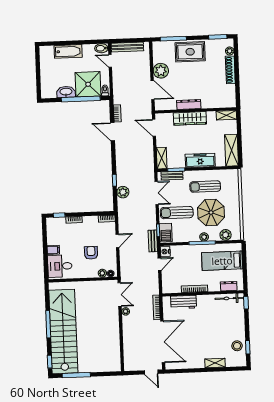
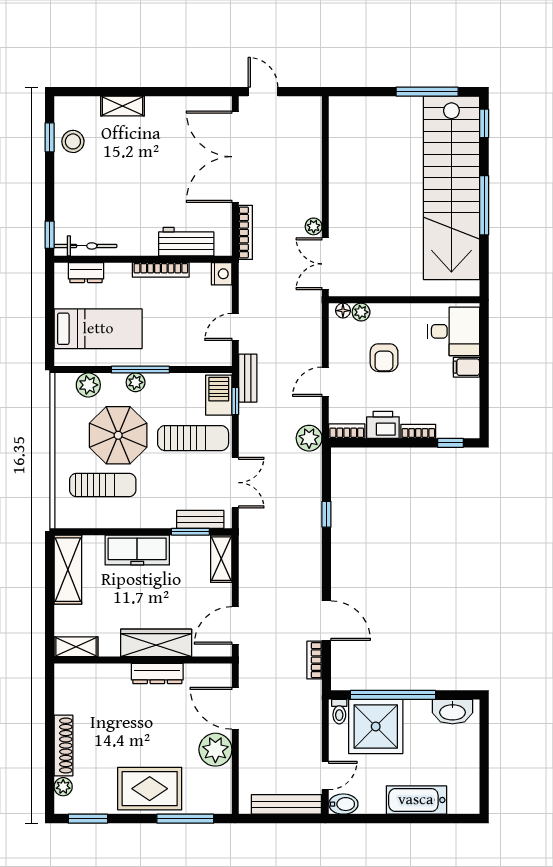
door: (110, 61) -> (325, 775), hinge flipped
washbasin: (66, 92) -> (452, 712), moved
door: (154, 128) -> (235, 625), swing flipped
sun lounger: (205, 187) -> (103, 485), moved
plant: (123, 192) -> (309, 438), moved
double door: (157, 193) -> (235, 483), swing flipped
printer: (90, 222) -> (383, 425), added
nightstand: (165, 252) -> (222, 274), moved

